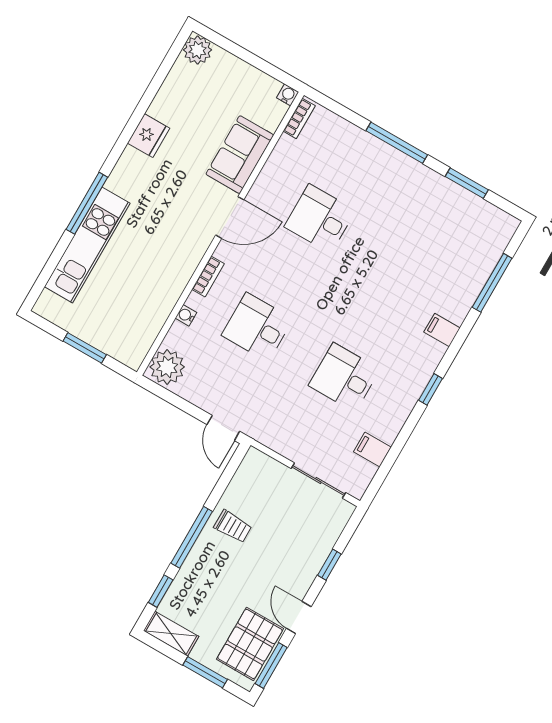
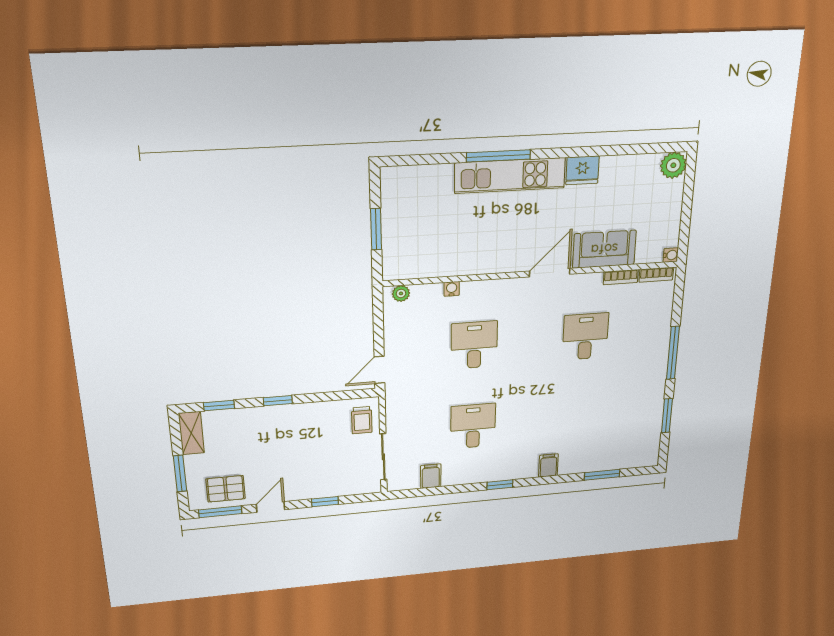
door: (230, 217) -> (550, 273), swing flipped
kitchen unit: (87, 245) -> (510, 176), moved
bookcase: (208, 276) -> (621, 277), moved
window: (492, 283) -> (602, 475), width x0.69
plant: (167, 367) -> (401, 293), width x0.53, depth x0.53
trolley: (233, 526) -> (362, 420), moved
window: (192, 537) -> (278, 401), width x0.46
pallet: (250, 644) -> (226, 489), width x0.67, depth x0.71

